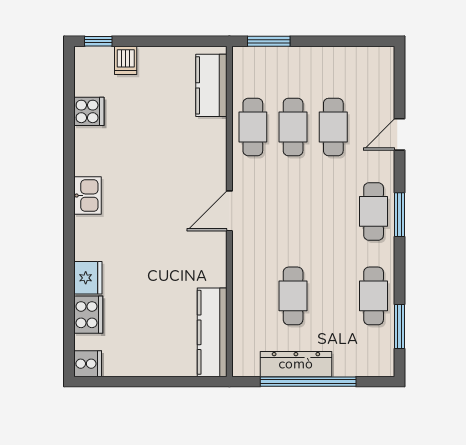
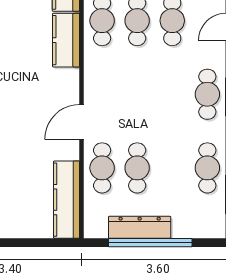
kitchen counter: (211, 149) -> (66, 40), added
door: (229, 211) -> (82, 122), moved
cafe table: (253, 296) -> (102, 168), added

